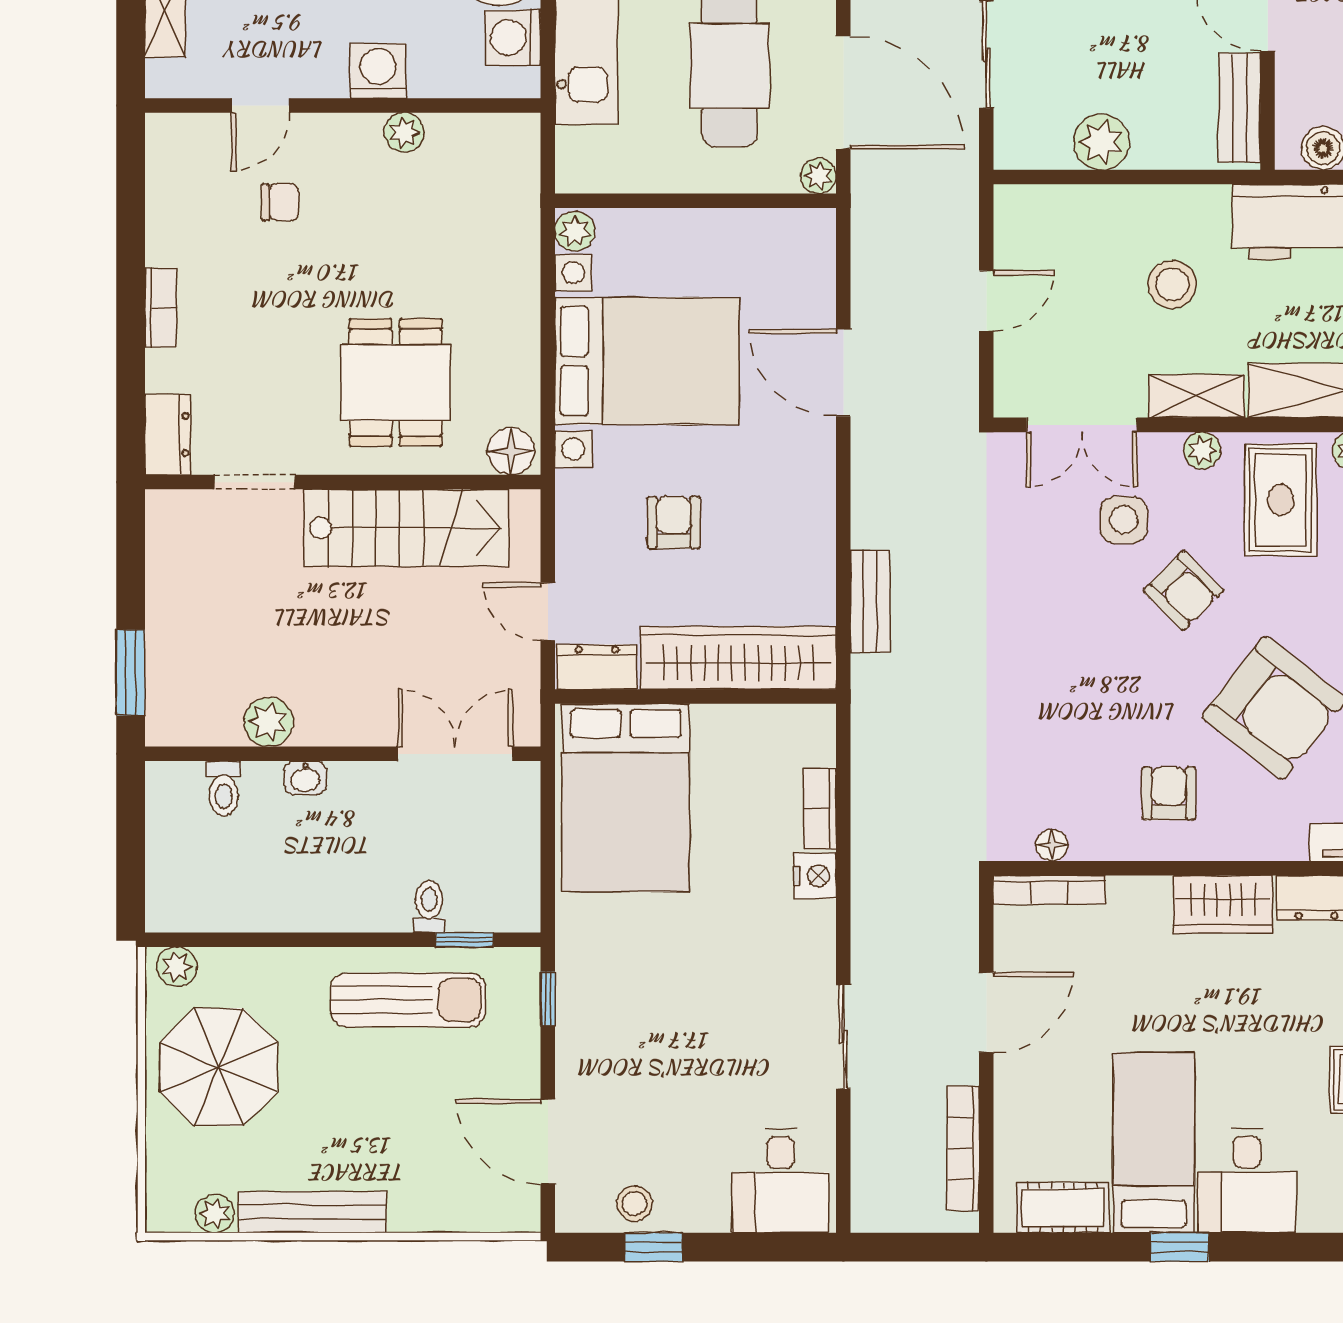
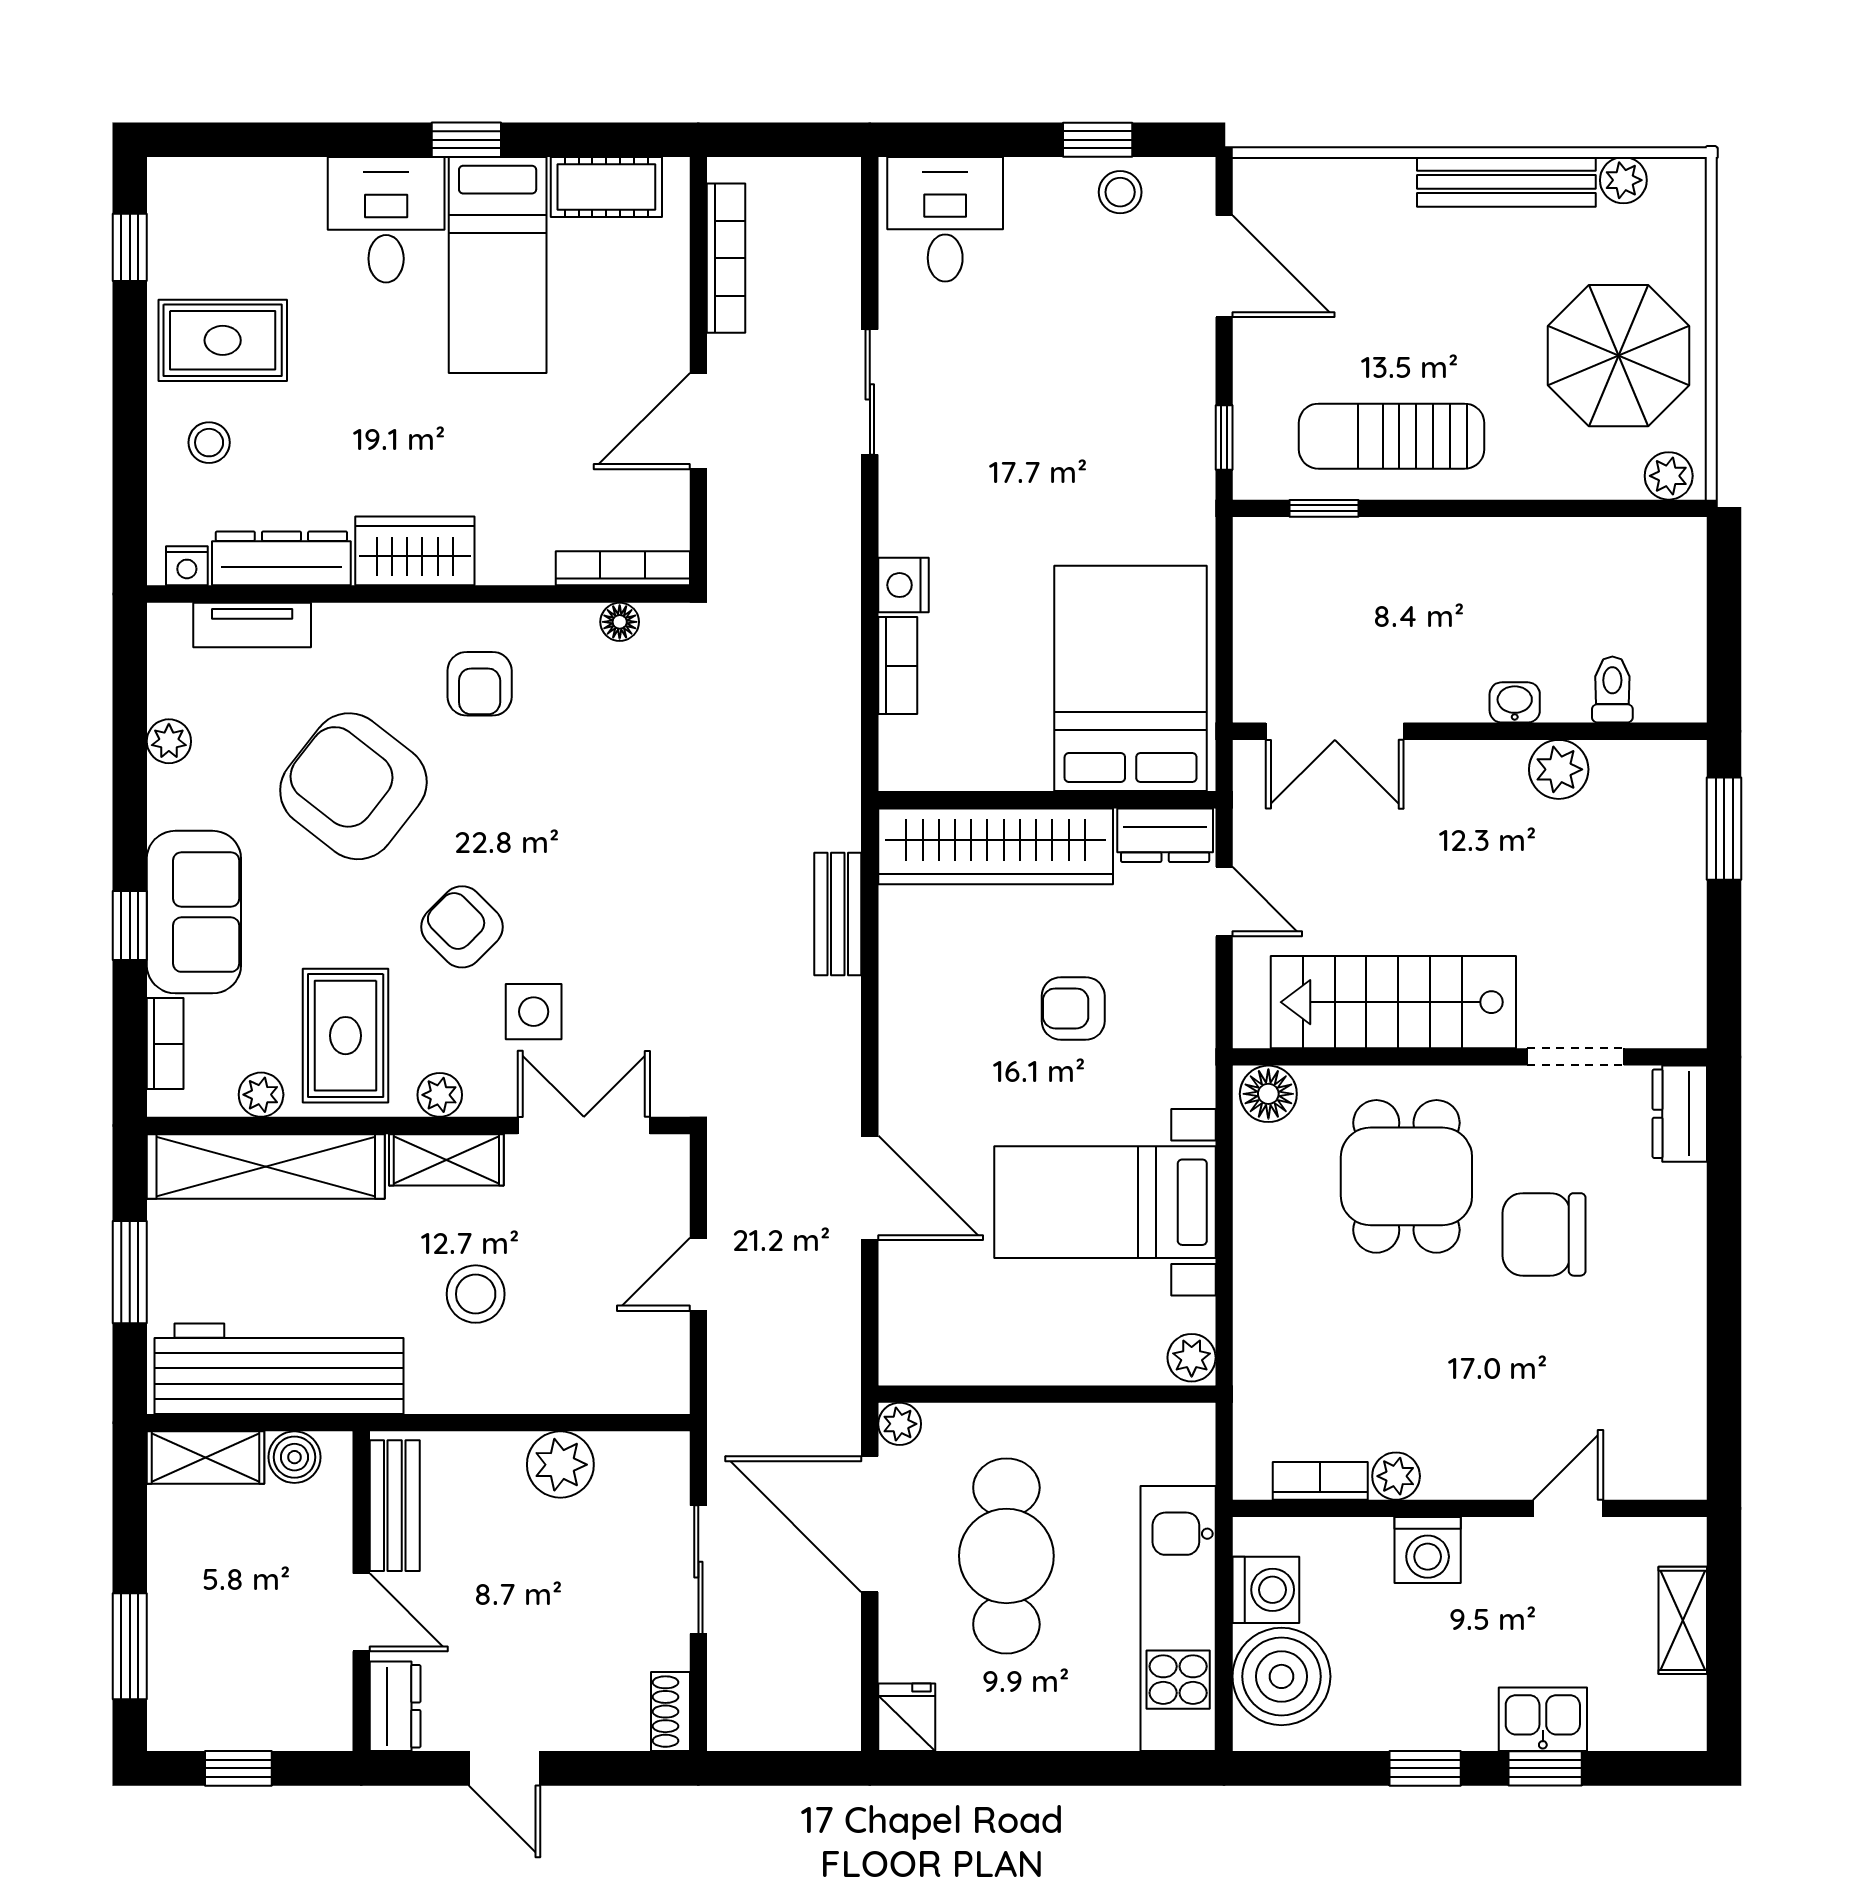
chair: (280, 202) -> (1544, 1234), moved, width x1.87, depth x1.87
bookcase: (161, 308) -> (1320, 1481), moved, turned 90
bed with nightstands: (647, 361) -> (1105, 1202), width x0.73
armchair: (674, 523) -> (1073, 1008), turned 90
toilet: (429, 907) -> (1366, 548), removed

